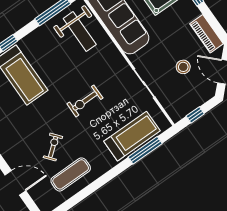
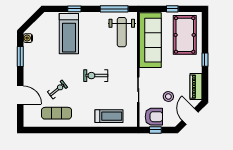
armchair: (183, 101) -> (154, 117), added
treadmill: (132, 136) -> (109, 116), width x0.73, depth x0.73
window: (145, 150) -> (111, 130), removed

